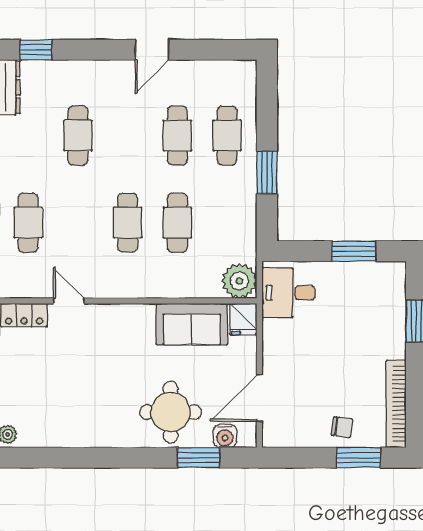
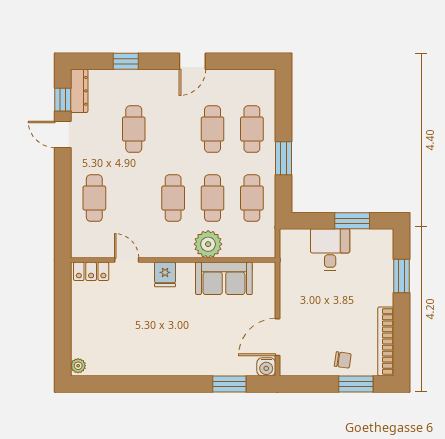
window: (36, 50) -> (126, 61), moved
cafe table: (227, 223) -> (252, 198), added
plant: (239, 281) -> (208, 244), moved
desk: (289, 293) -> (330, 250), moved, turned 90
fridge: (243, 319) -> (165, 274), moved
round table: (171, 412) -> (207, 348), removed
water cooler: (225, 436) -> (266, 367), moved

